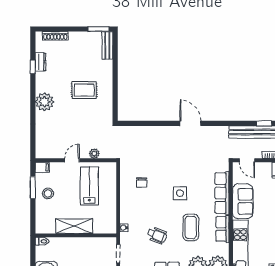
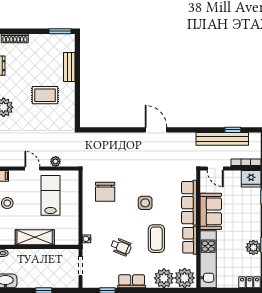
bench: (107, 45) -> (69, 67), moved
door: (72, 160) -> (32, 168), hinge flipped
chair: (142, 183) -> (105, 192), width x1.87, depth x1.87

